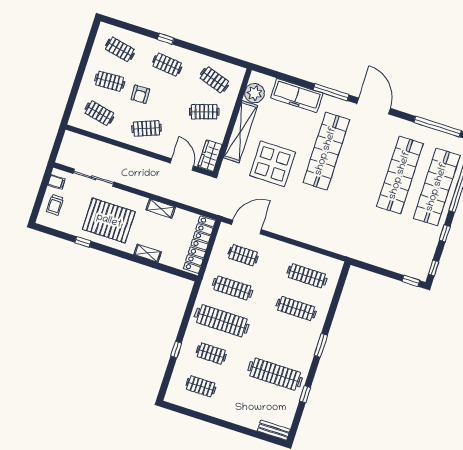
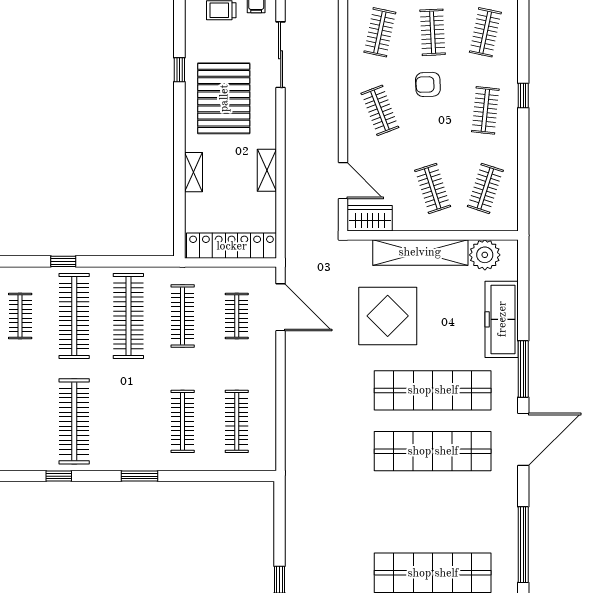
door: (182, 164) -> (343, 181), hinge flipped
shop shelf: (400, 175) -> (433, 451), moved
clothes rail: (211, 354) -> (74, 316), width x1.86, depth x1.31

